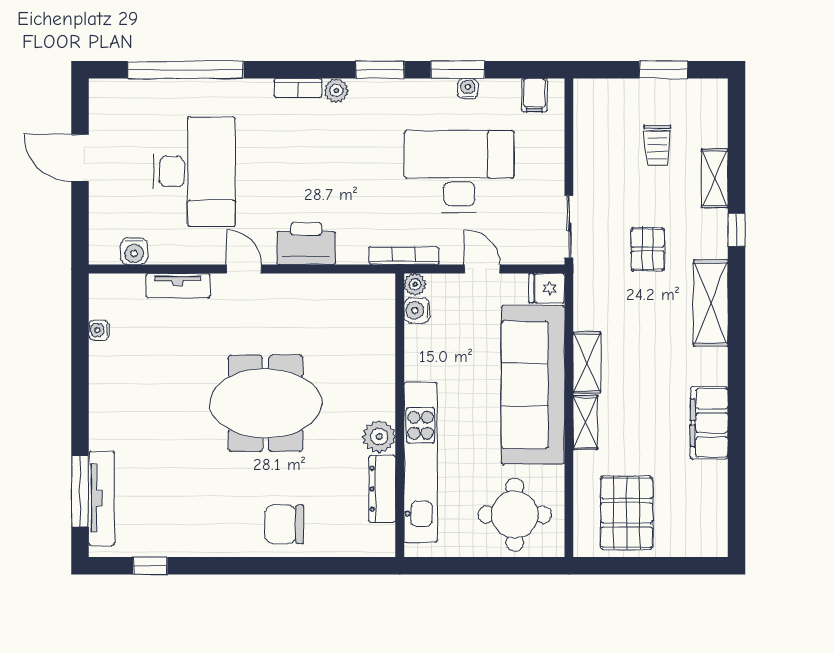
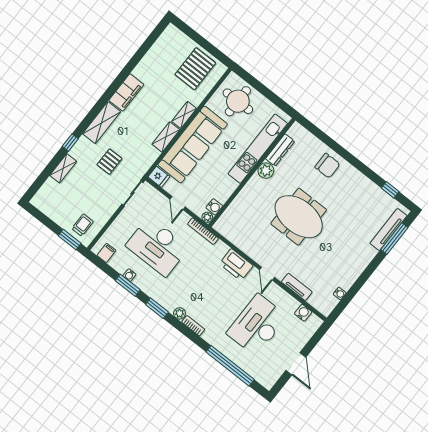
window: (664, 70) -> (70, 239), moved
trolley: (657, 145) -> (82, 225), moved
filing cabinet: (709, 423) -> (126, 92), moved

